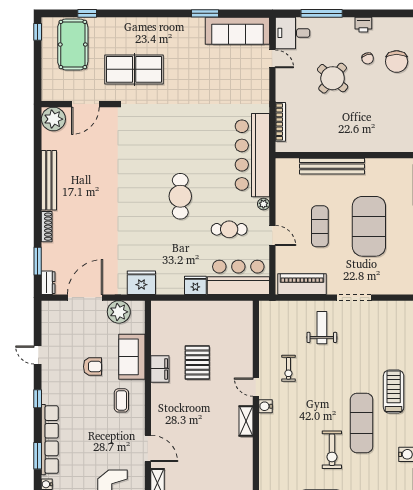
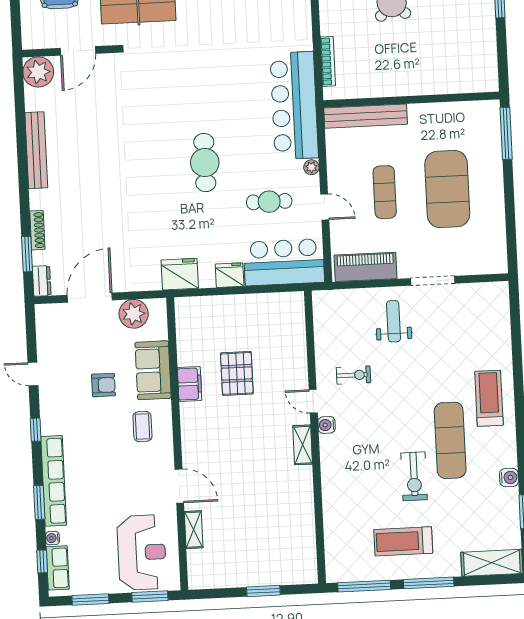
bench: (332, 166) -> (366, 116), moved
shoe rack: (47, 227) -> (37, 230), moved
fridge: (141, 283) -> (180, 274), moved
exercise bike: (288, 368) -> (353, 375), turned -90

